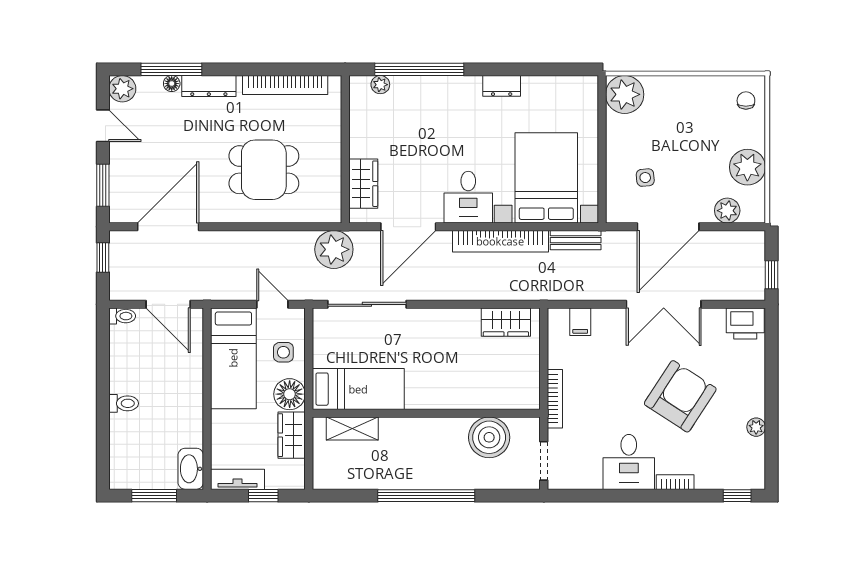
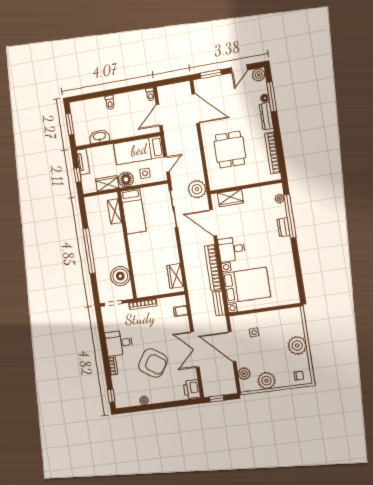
dresser: (502, 86) -> (283, 227), moved
plant: (625, 94) -> (297, 345), moved
window: (103, 258) -> (176, 80), removed
washbasin: (191, 469) -> (99, 136), moved

